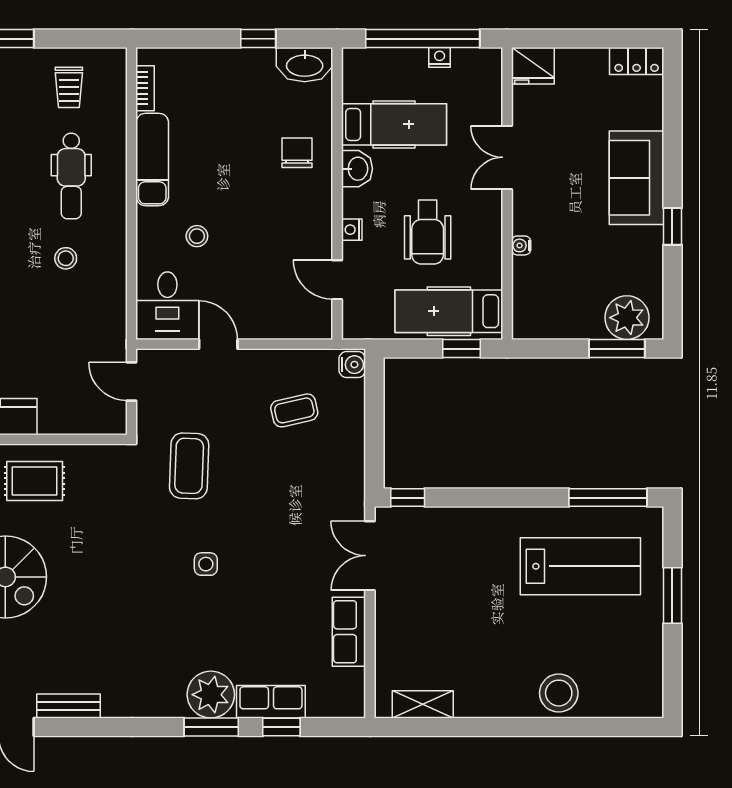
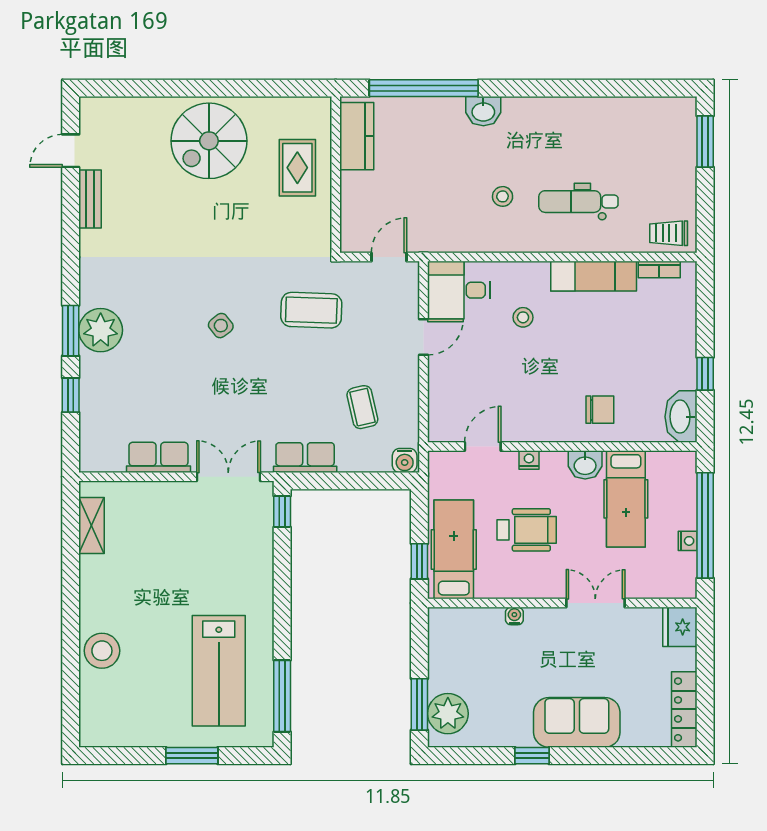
locker: (637, 61) -> (684, 709), width x1.53
trolley: (69, 87) -> (669, 233), moved
wheelchair: (428, 232) -> (527, 530), turned 180
side table: (206, 564) -> (221, 326), turned -38
row of seats: (271, 702) -> (305, 458), moved, turned -90

